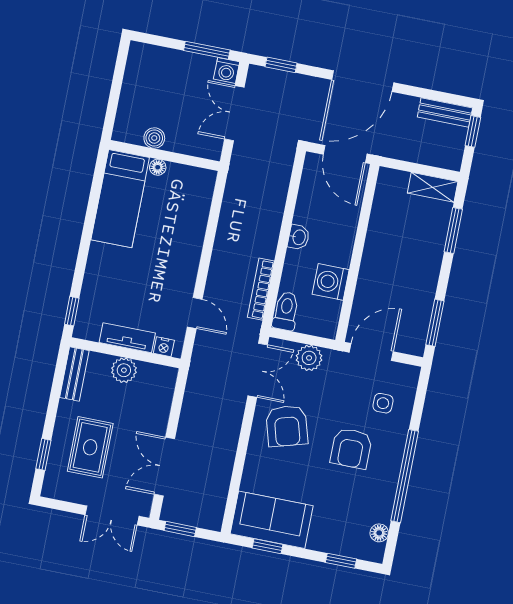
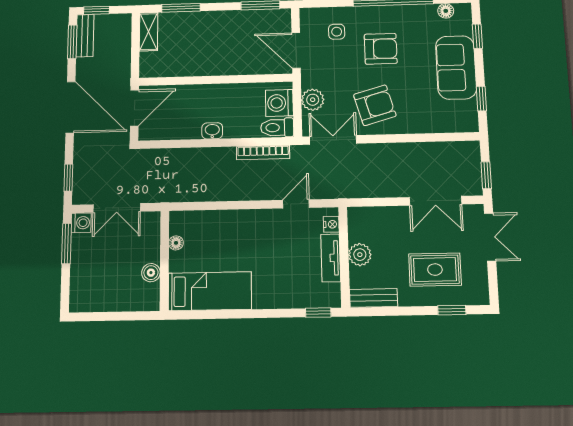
window: (441, 97) -> (72, 42), added
floor lamp: (158, 167) -> (176, 243), moved
washing machine: (331, 282) -> (279, 103), moved, turned 90
sofa: (272, 520) -> (456, 67), moved

